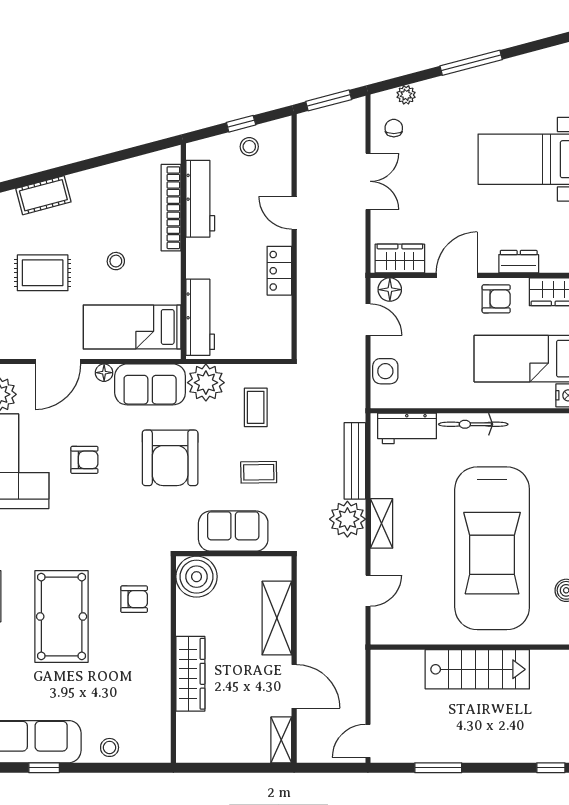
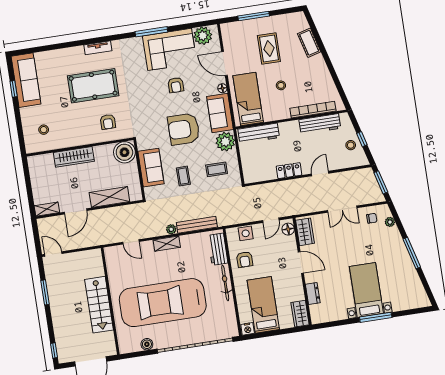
armchair: (496, 299) -> (245, 260), moved
plant: (347, 519) -> (171, 229), width x0.53, depth x0.53
stool: (110, 747) -> (44, 130), moved

